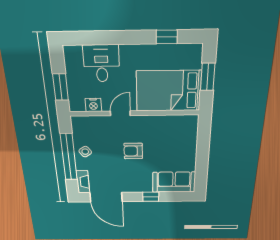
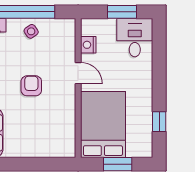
desk: (101, 63) -> (135, 38), moved, turned -90
window: (60, 87) -> (122, 12), moved

